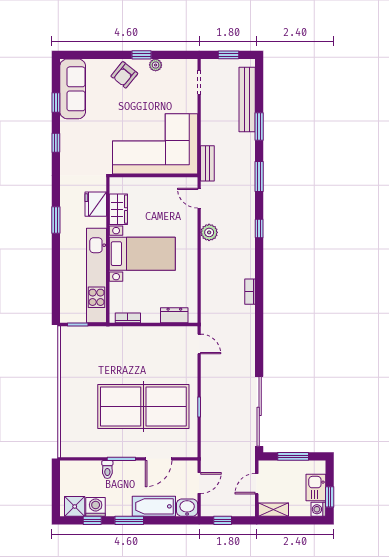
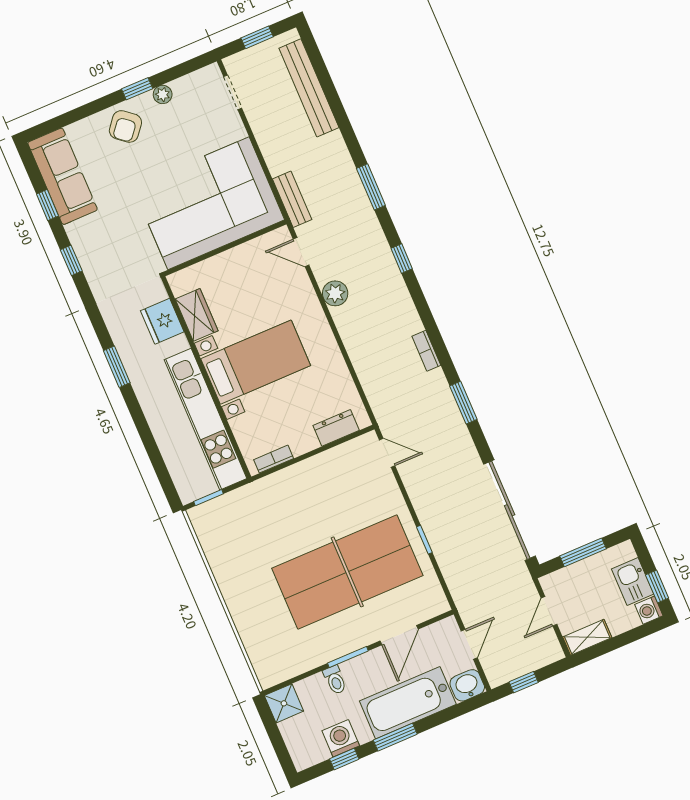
window: (259, 126) -> (463, 403), moved
shower: (75, 506) -> (284, 703), moved
bathtub: (154, 506) -> (408, 703), width x1.36, depth x1.36

